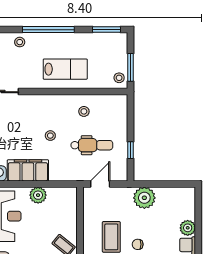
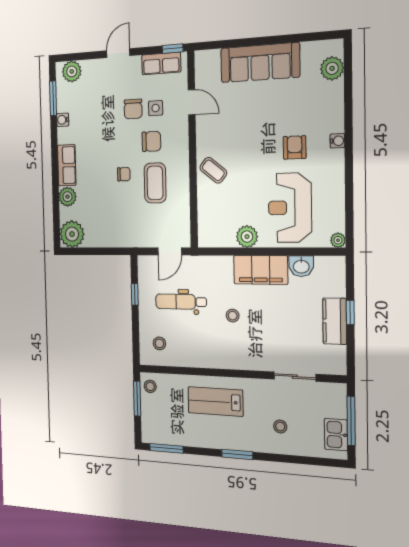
window: (48, 30) -> (237, 454), width x0.47
stool: (20, 42) -> (280, 426), moved
stool: (84, 111) -> (159, 343), moved
plant: (144, 198) -> (72, 234), moved

